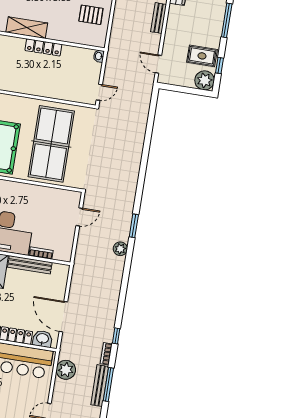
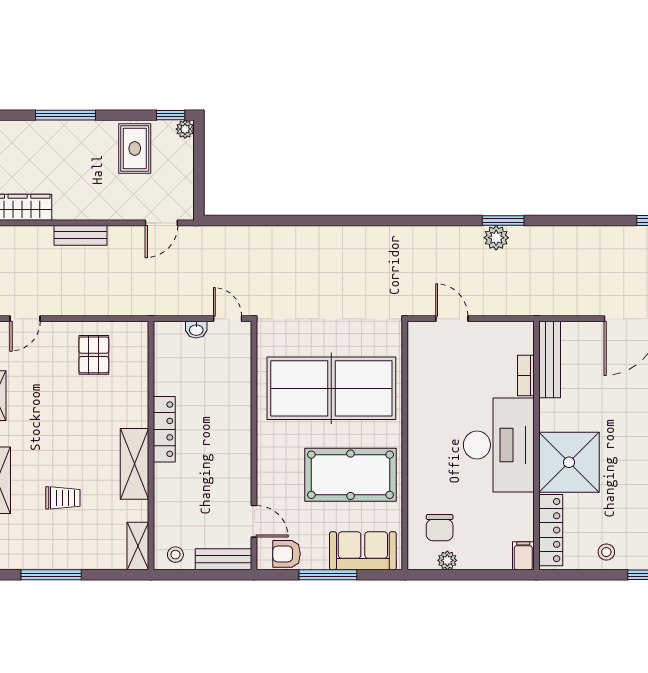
washbasin: (99, 56) -> (196, 330), moved
window: (219, 65) -> (171, 115), moved
plant: (205, 80) -> (185, 129), width x0.53, depth x0.53
window: (134, 226) -> (503, 220), moved
bench: (30, 265) -> (550, 359), moved

